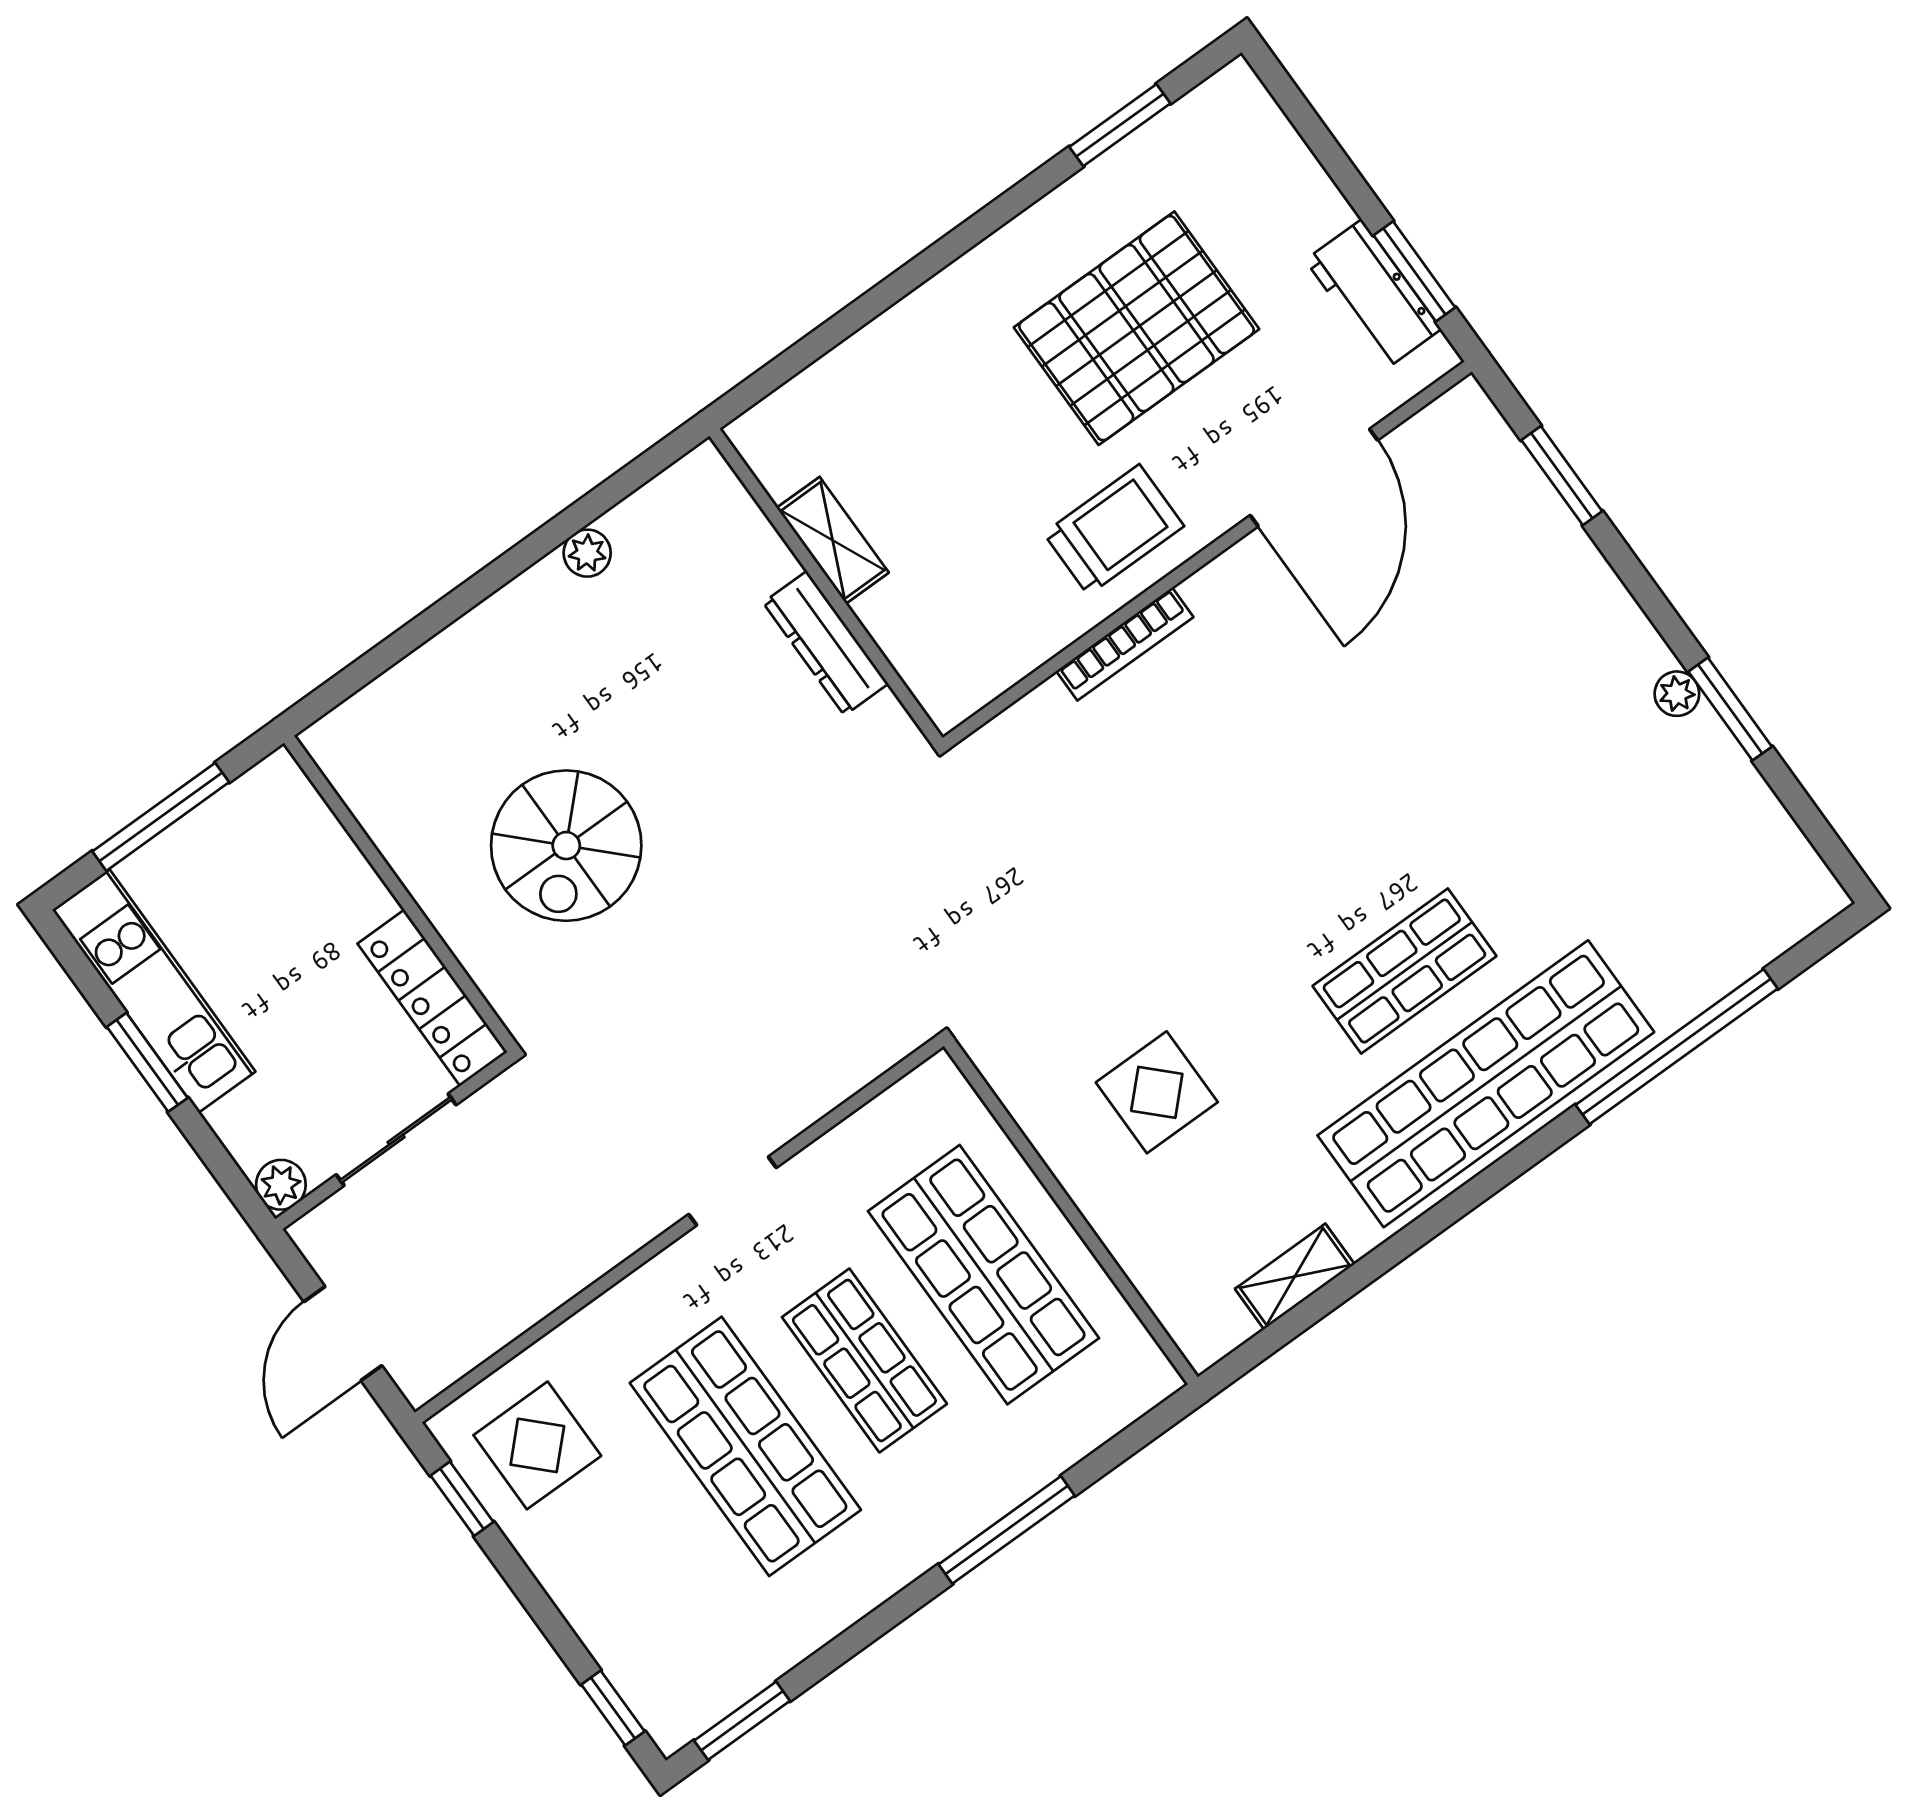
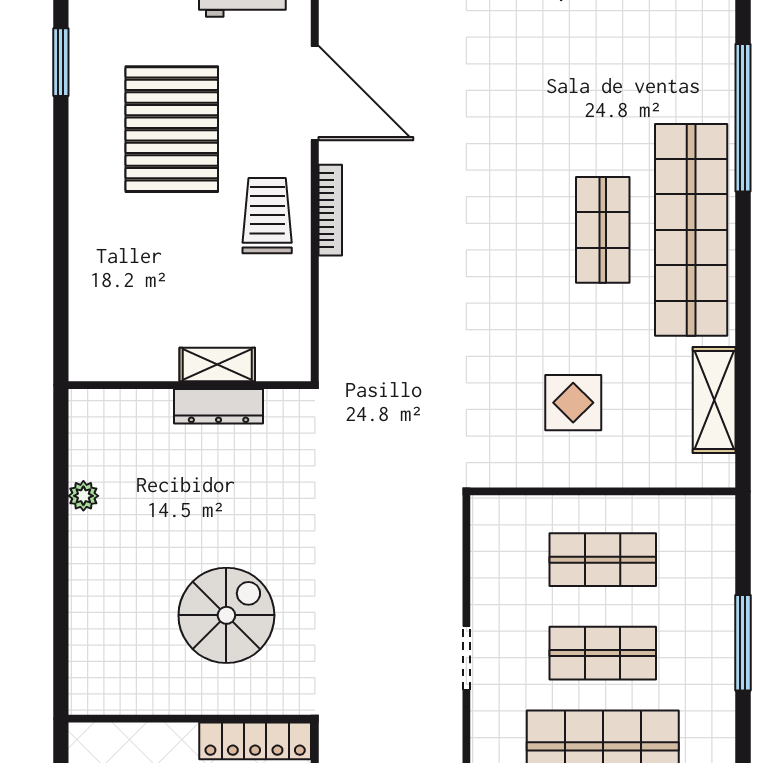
shelving: (833, 540) -> (217, 364), moved
bookcase: (1125, 644) -> (330, 210), moved
spiral stairs: (566, 846) -> (226, 615), turned -90
shop shelf: (984, 1275) -> (603, 560), width x0.70, depth x0.74
shelving: (1295, 1277) -> (714, 400), width x1.50, depth x1.33

